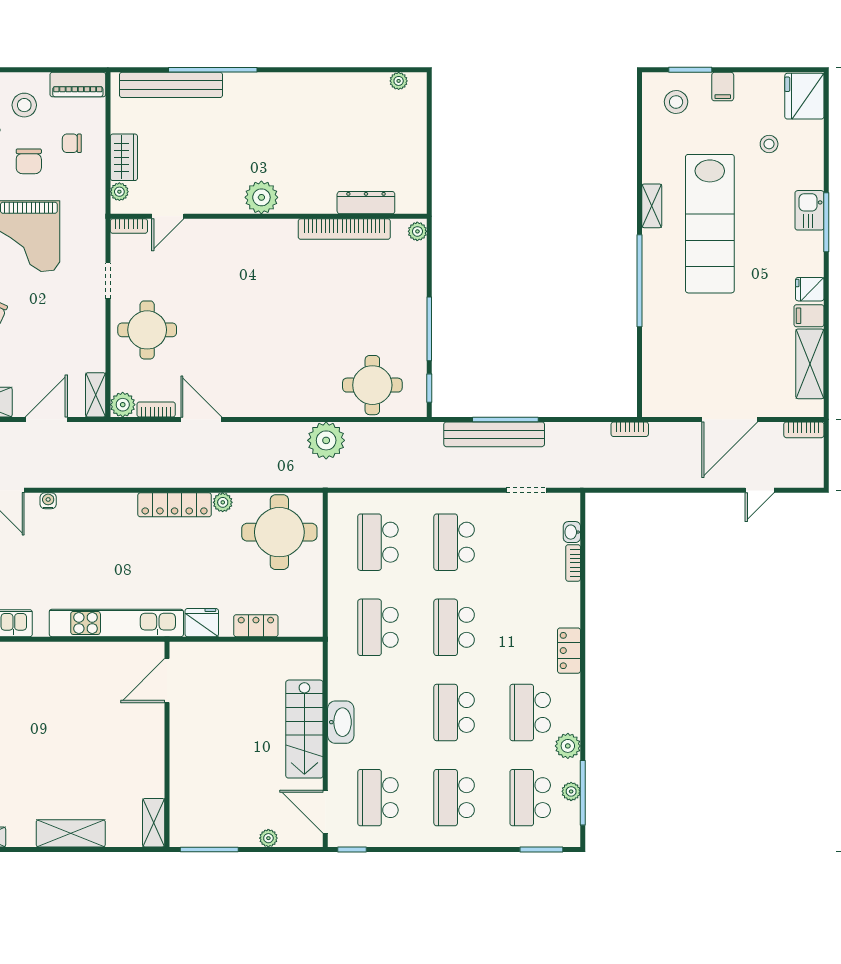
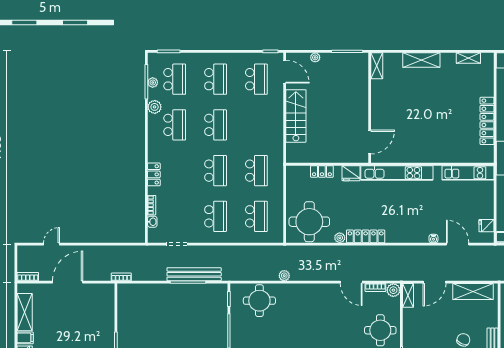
plant: (326, 440) -> (284, 276), width x0.53, depth x0.53
locker: (569, 651) -> (154, 174), moved
washbasin: (341, 722) -> (276, 120), removed

